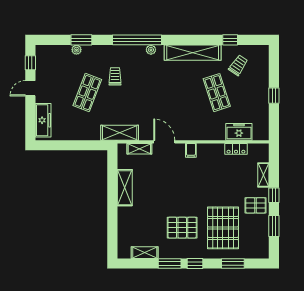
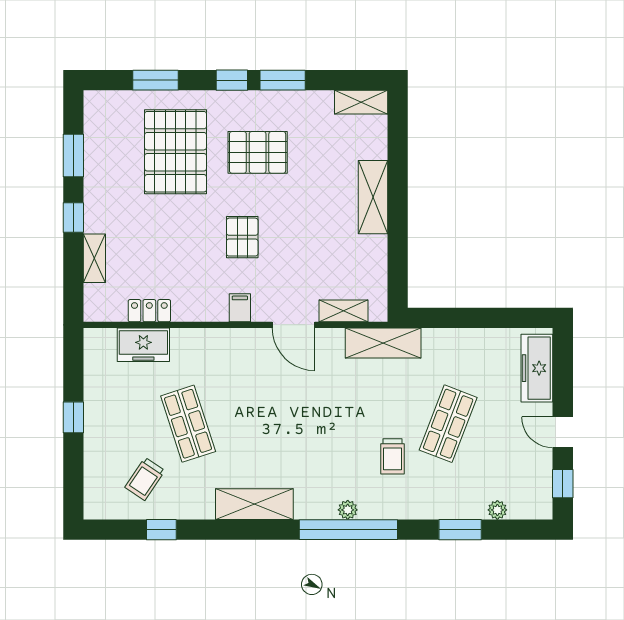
plant: (76, 50) -> (497, 510), moved
plant: (151, 50) -> (348, 510), moved
shelving: (193, 53) -> (254, 504), width x0.68
door: (30, 88) -> (563, 432), swing flipped
shelving: (125, 188) -> (373, 197), moved
pallet: (256, 205) -> (242, 237), moved, turned 90
shelving: (145, 253) -> (361, 102), moved

